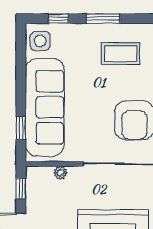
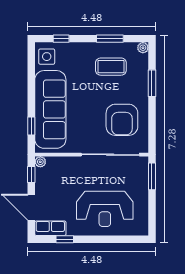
window: (103, 19) -> (110, 39), moved
plant: (60, 173) -> (40, 162), moved

